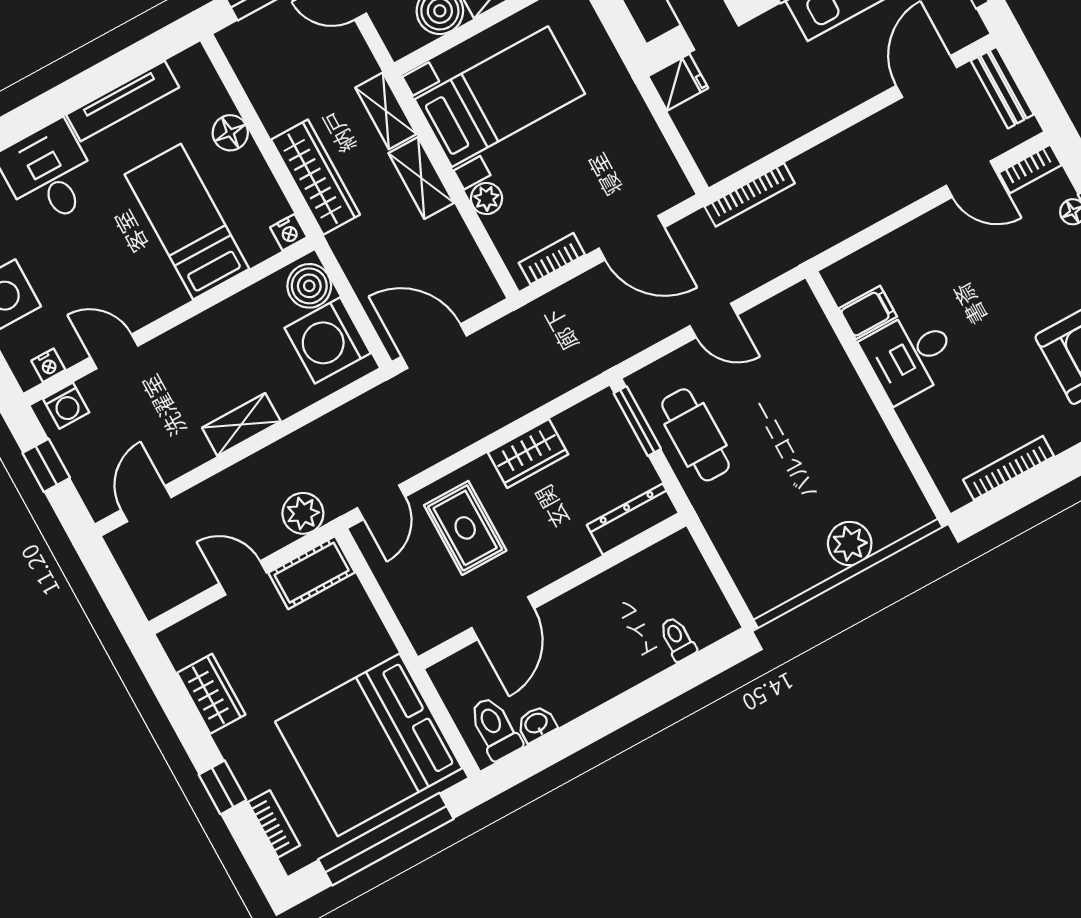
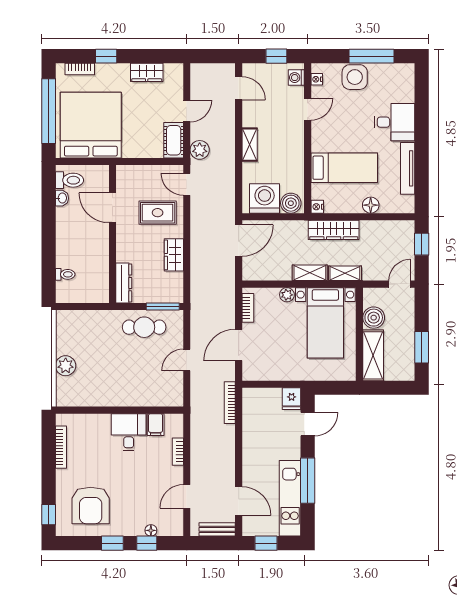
bookcase: (1030, 169) -> (178, 452), moved

